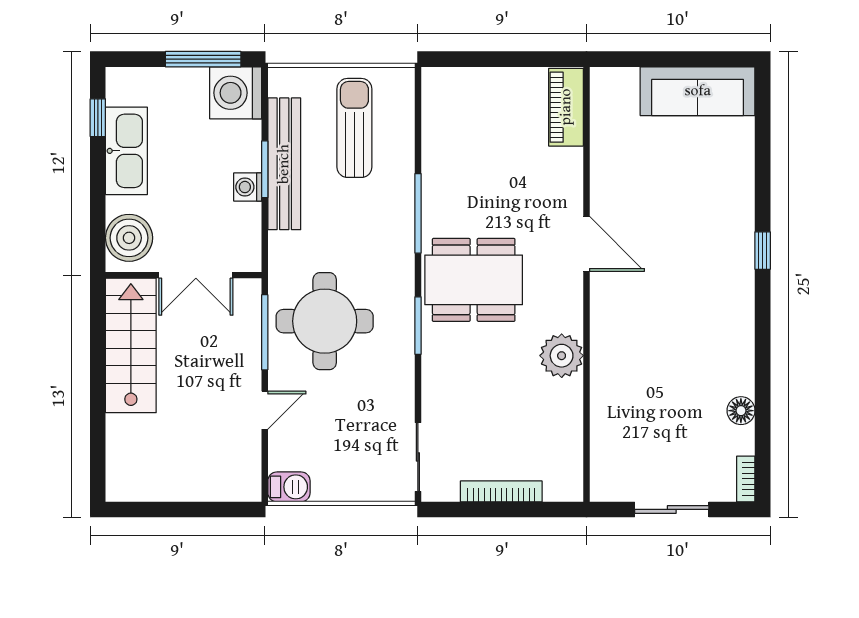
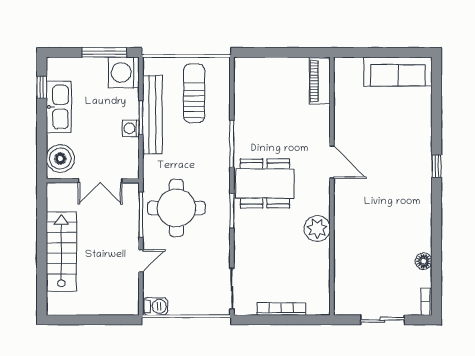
stairs: (131, 345) -> (61, 251), moved

